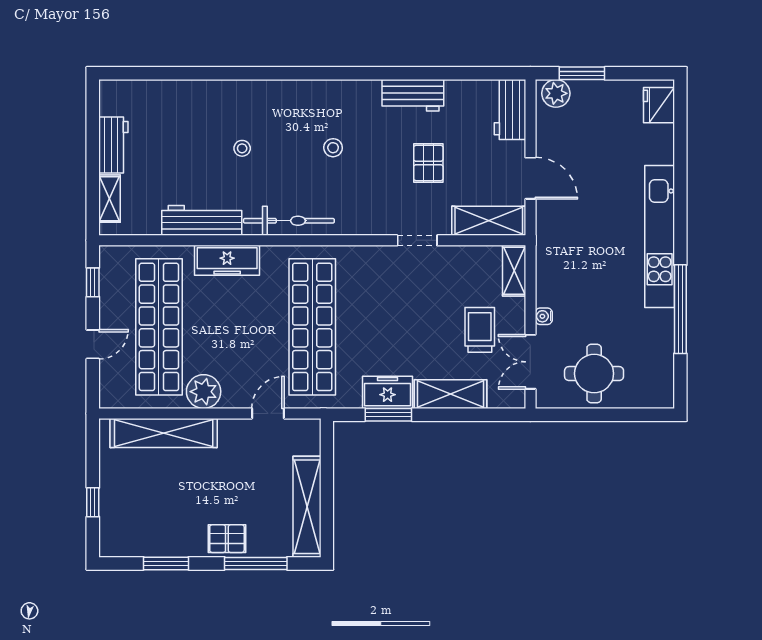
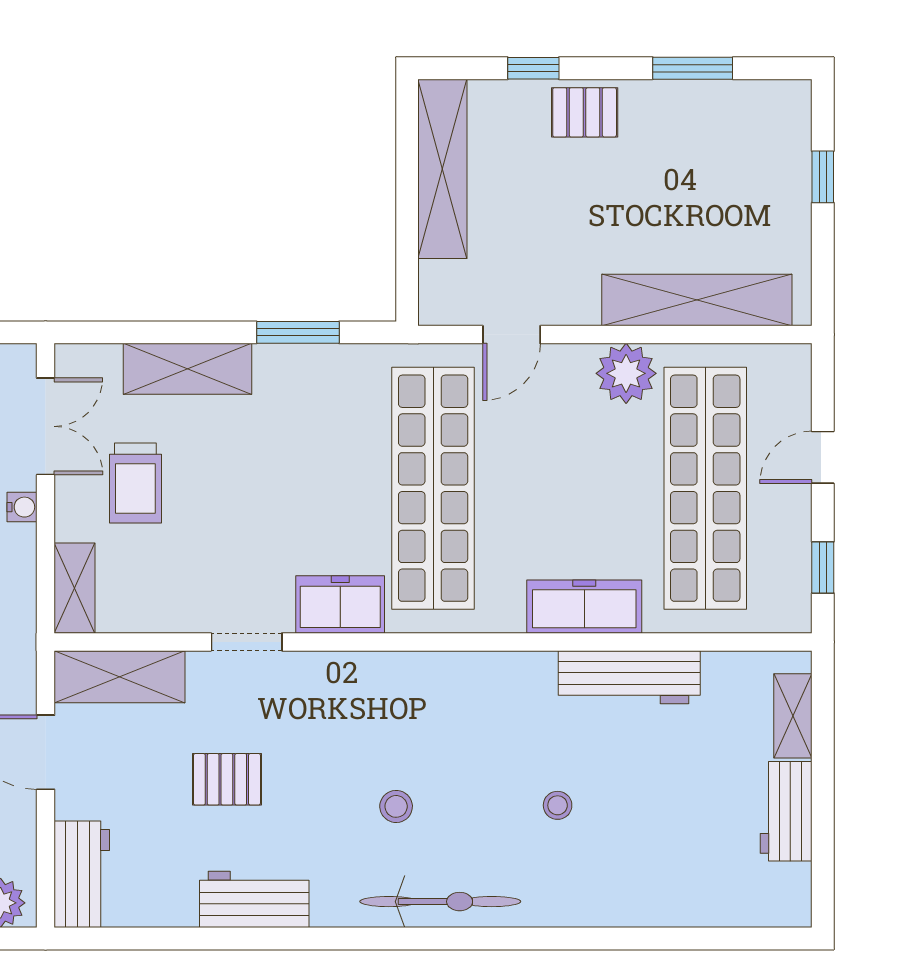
pallet: (428, 163) -> (227, 779), turned 90
bicycle: (289, 221) -> (440, 902), moved, turned 180
freezer: (388, 392) -> (340, 604), moved, turned 180
window: (256, 563) -> (533, 68), width x0.46

